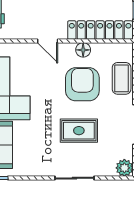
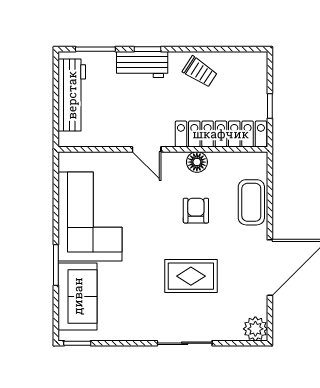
armchair: (82, 84) -> (196, 211), width x0.53, depth x0.53

